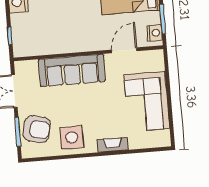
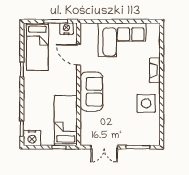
bed: (43, 41) -> (66, 120), added
sofa: (72, 70) -> (91, 92), width x0.73
armchair: (37, 129) -> (137, 131), removed

